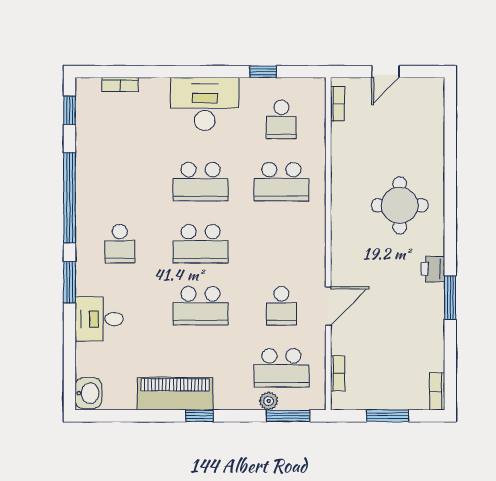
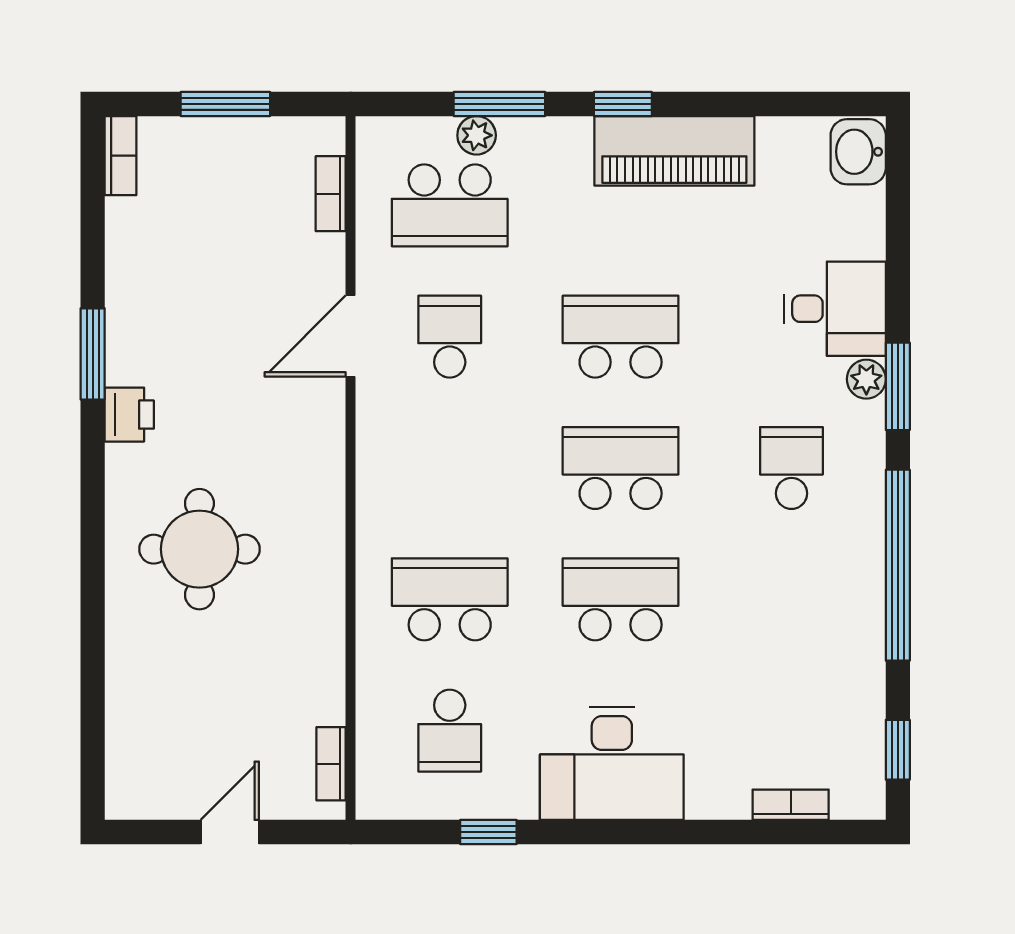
school desk: (281, 119) -> (450, 731), turned 180
plant: (84, 286) -> (866, 379), added
school desk: (281, 368) -> (450, 205), turned 180
window: (288, 416) -> (499, 104), moved

